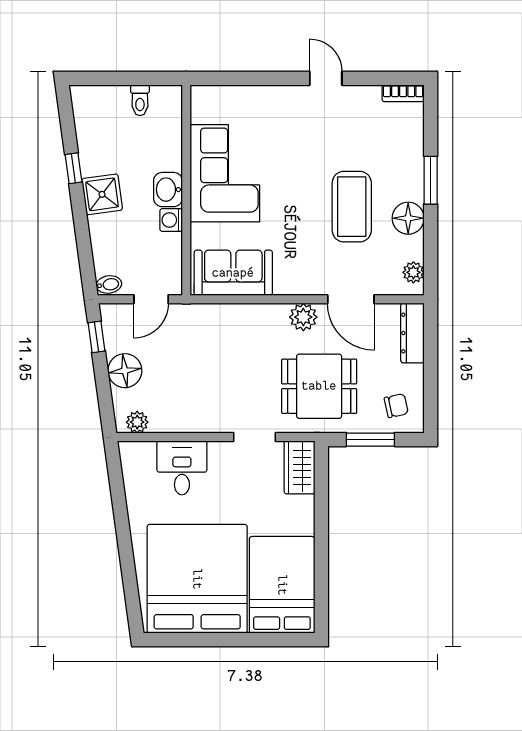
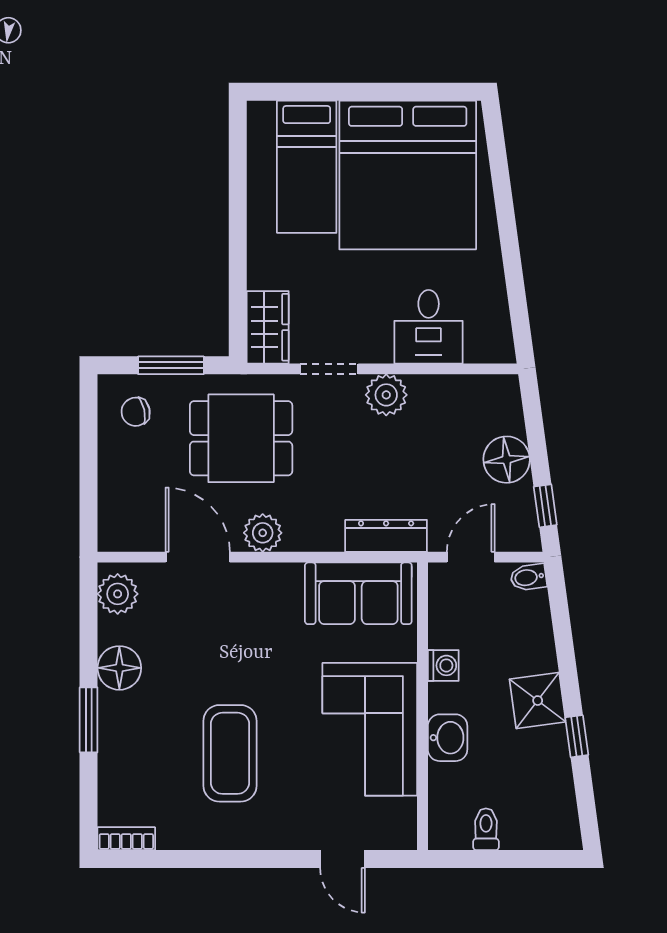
door: (326, 78) -> (342, 859), moved
washbasin: (168, 190) -> (448, 738), moved
coffee table: (352, 207) -> (230, 753), moved
plant: (413, 272) -> (118, 594), width x1.38, depth x1.38
dresser: (412, 333) -> (386, 536), moved, turned -90
plant: (137, 422) -> (386, 395), moved, width x1.38, depth x1.38
bed: (282, 585) -> (307, 167), width x0.67

